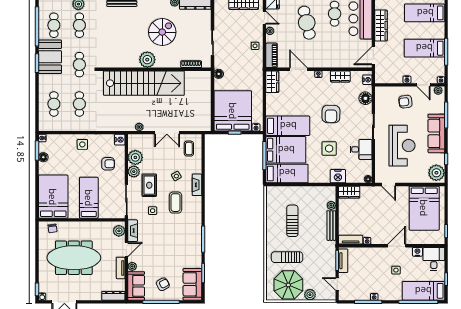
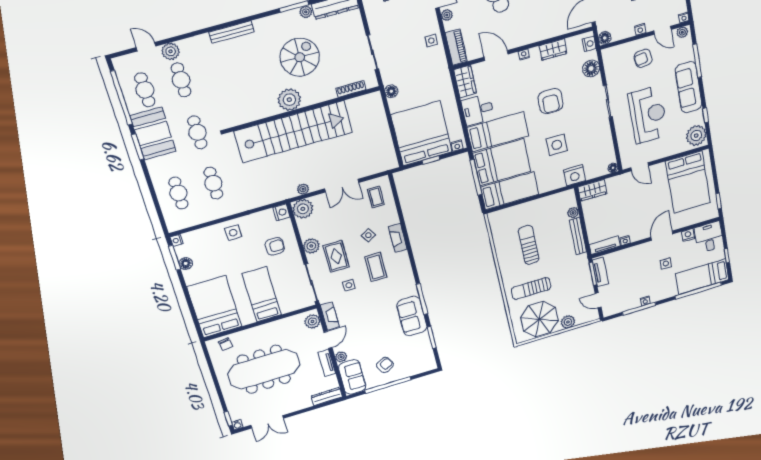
floor lamp: (380, 79) -> (605, 38), added
desk: (361, 149) -> (478, 110), moved, turned 180
plant: (135, 157) -> (303, 209), moved
sofa: (192, 284) -> (412, 316), moved

